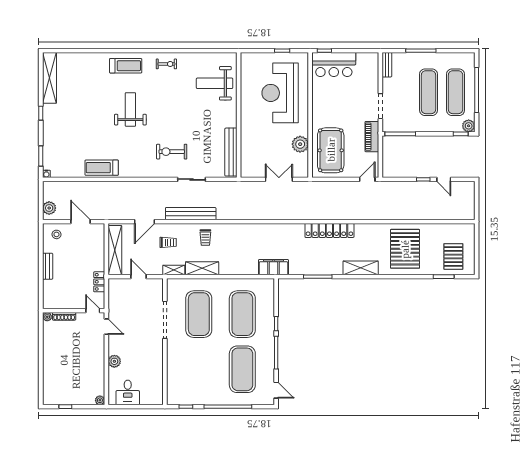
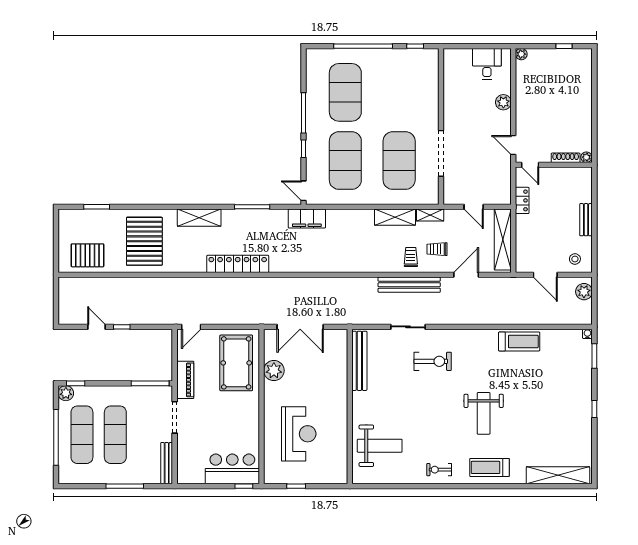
bench: (387, 65) -> (167, 463), width x1.36
shelving: (49, 78) -> (558, 475), moved, turned 90
reception desk: (280, 93) -> (299, 434), width x0.74, depth x0.77
double door: (279, 179) -> (300, 327), width x1.37
trolley: (205, 237) -> (411, 257), moved
pallet: (453, 256) -> (87, 255), moved, turned 90
door: (276, 390) -> (303, 191), moved

